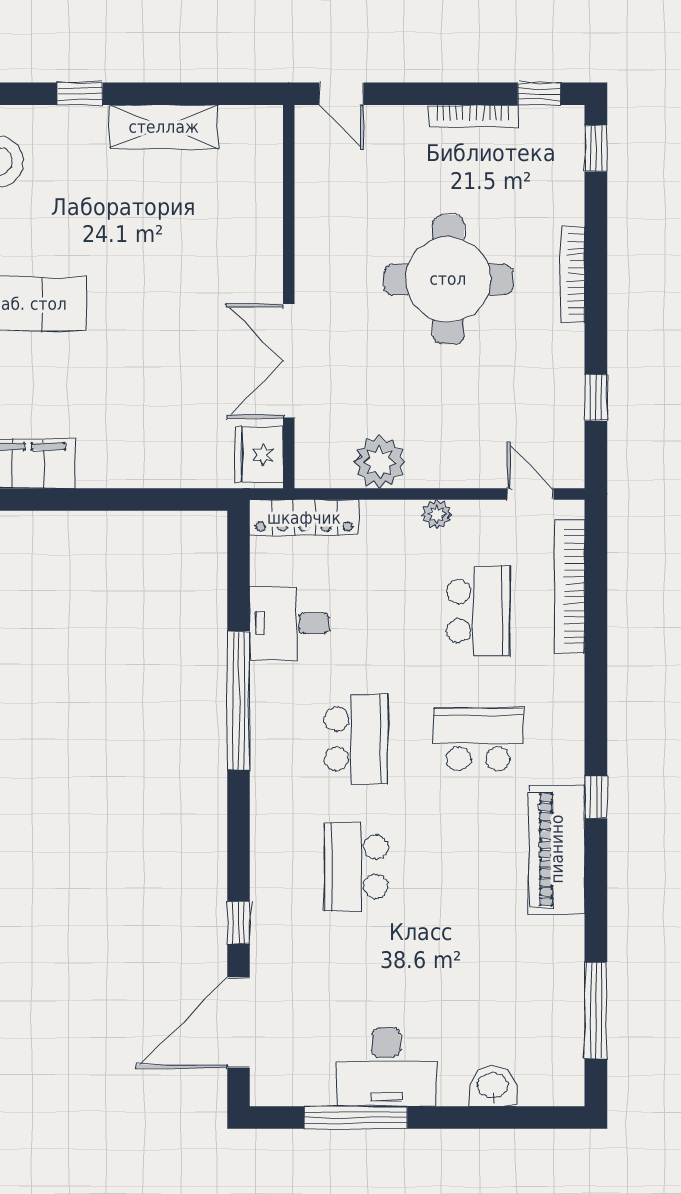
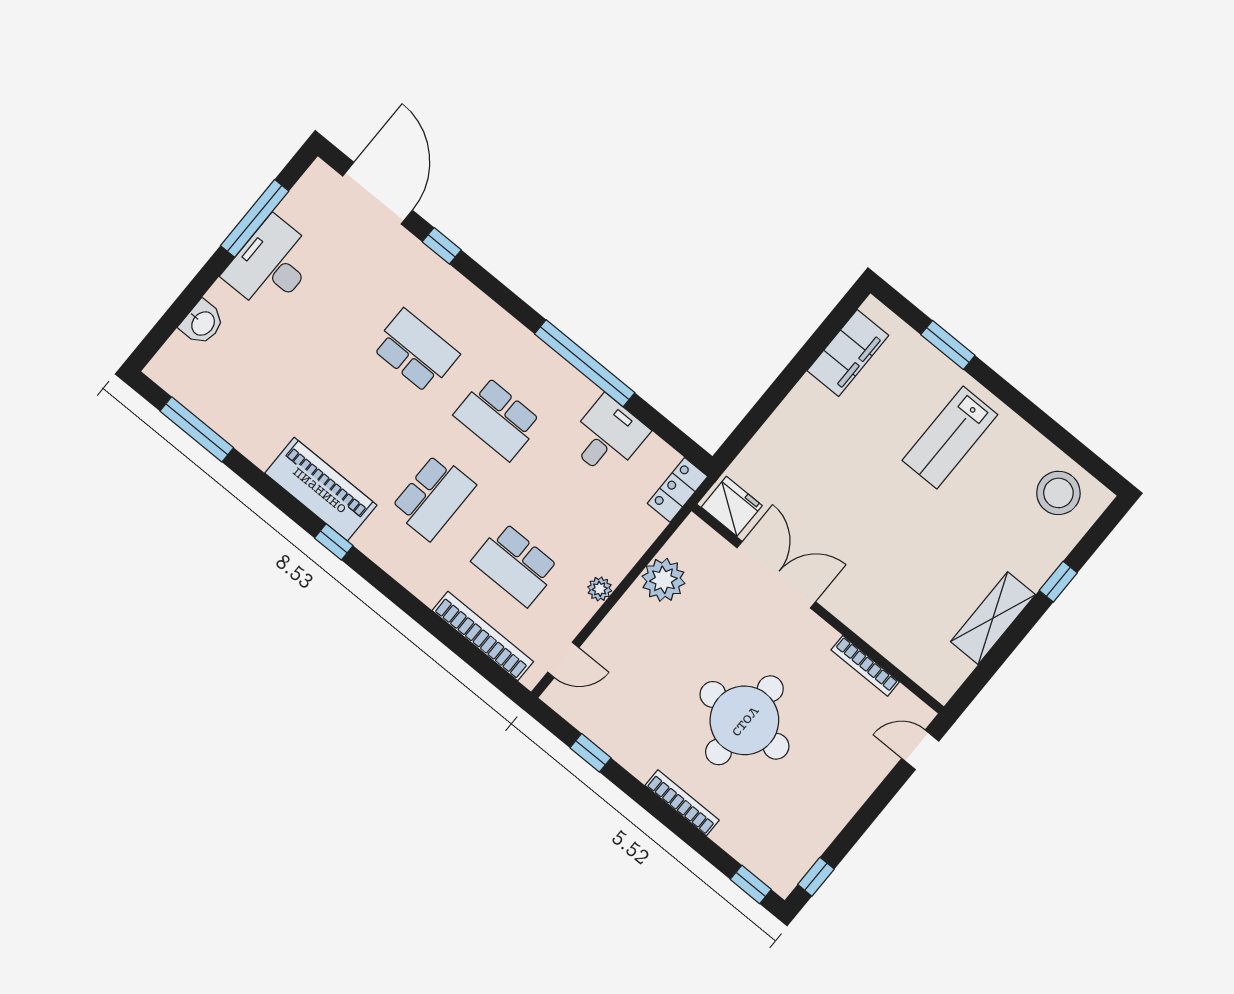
bookcase: (473, 116) -> (865, 666), moved, turned -90
locker: (304, 518) -> (677, 490), width x0.66

